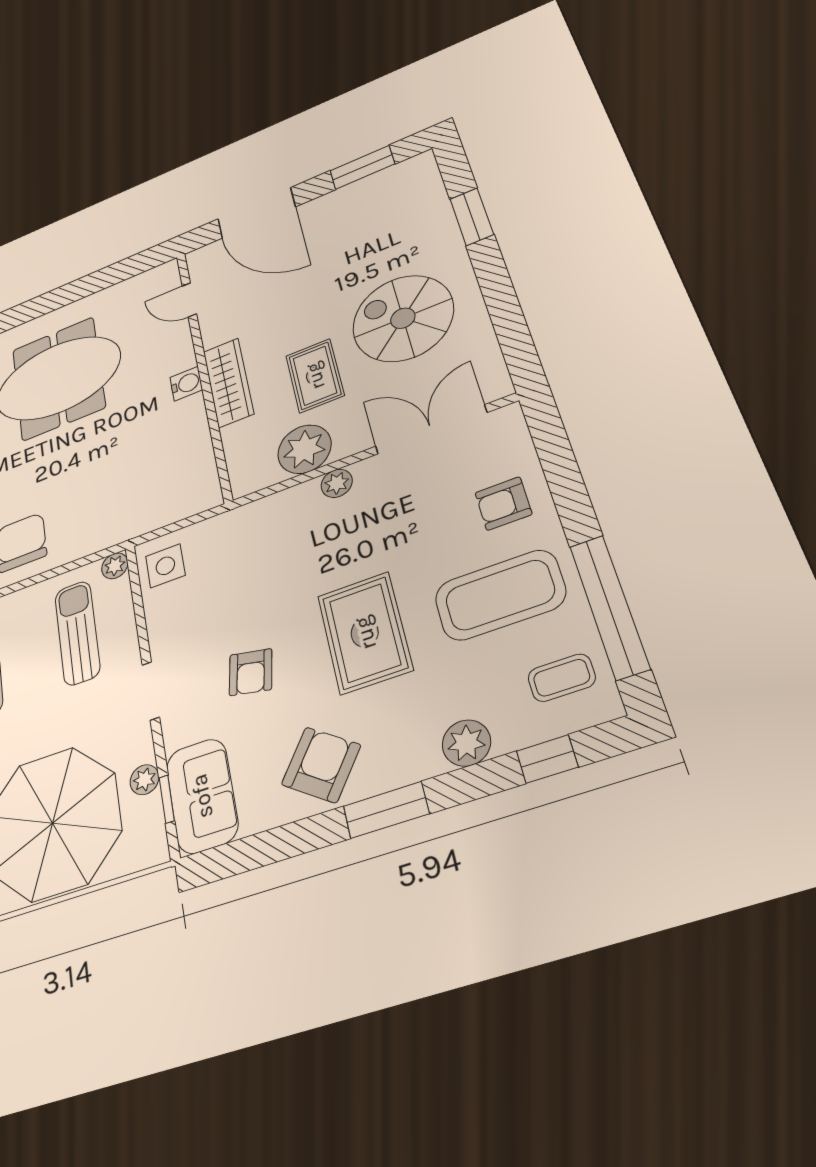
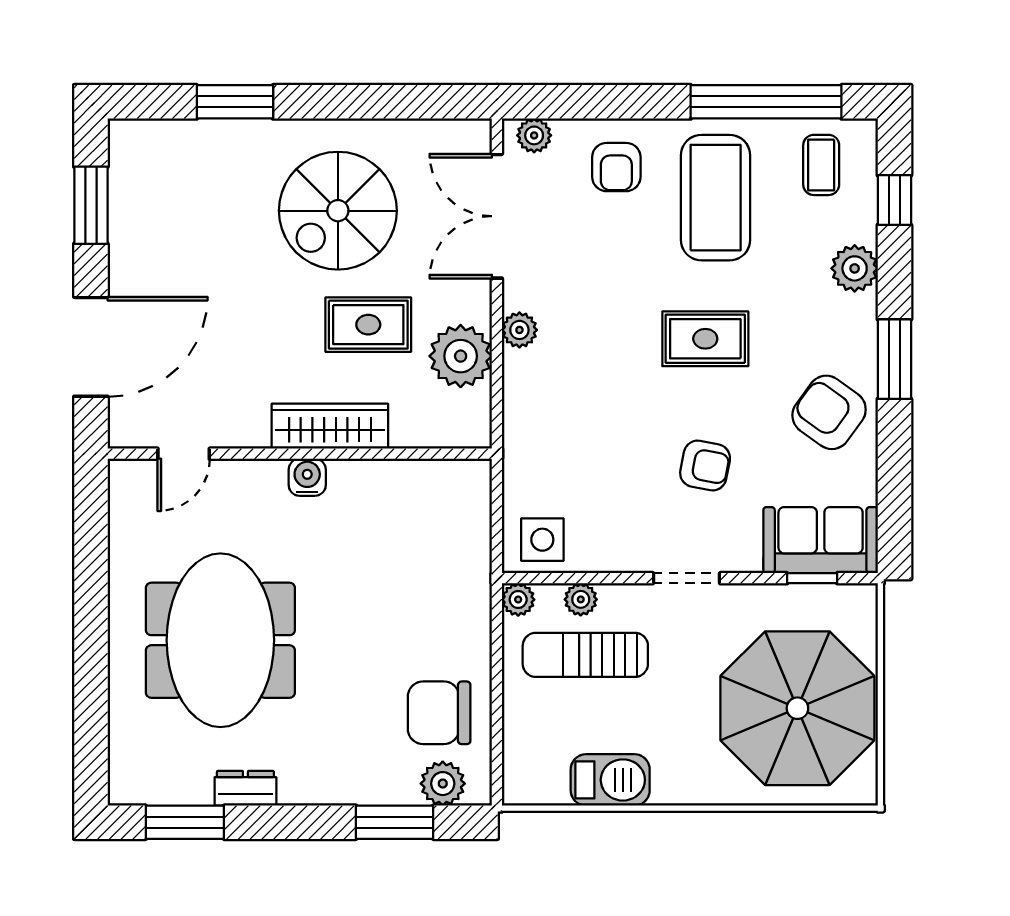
plant: (512, 430) -> (534, 135), added
rug: (365, 633) -> (705, 339), width x0.73, depth x0.70
plant: (144, 780) -> (581, 599), moved

